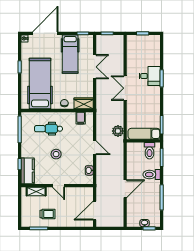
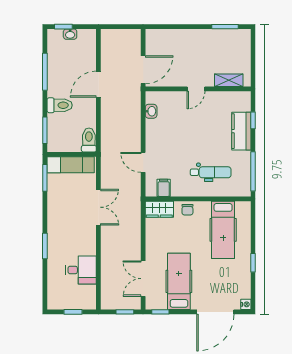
double door: (95, 67) -> (143, 279), moved
desk: (150, 76) -> (81, 270), moved, turned 180
hospital bed: (40, 84) -> (223, 230), width x0.73, depth x0.78
double door: (125, 88) -> (98, 207), moved
plant: (118, 131) -> (109, 169), removed
door: (95, 148) -> (143, 162), moved
toilet: (149, 151) -> (89, 140), moved
stool: (56, 154) -> (200, 135), removed
kitchen counter: (28, 171) -> (241, 131), moved
door: (59, 186) -> (196, 89), swing flipped
door: (95, 210) -> (143, 70), moved
trolley: (47, 214) -> (212, 47), removed

